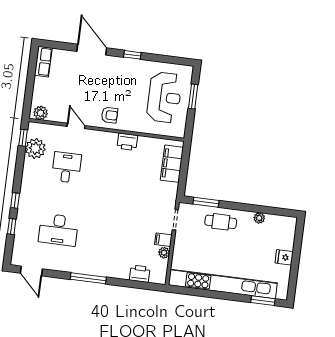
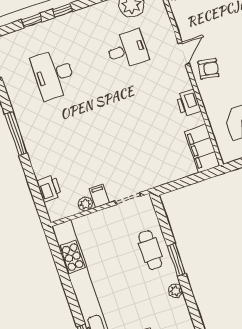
armchair: (110, 115) -> (209, 69), turned -80
door: (76, 126) -> (184, 53), moved
filing cabinet: (172, 164) -> (202, 149), moved, turned -90
window: (206, 202) -> (176, 260), moved

